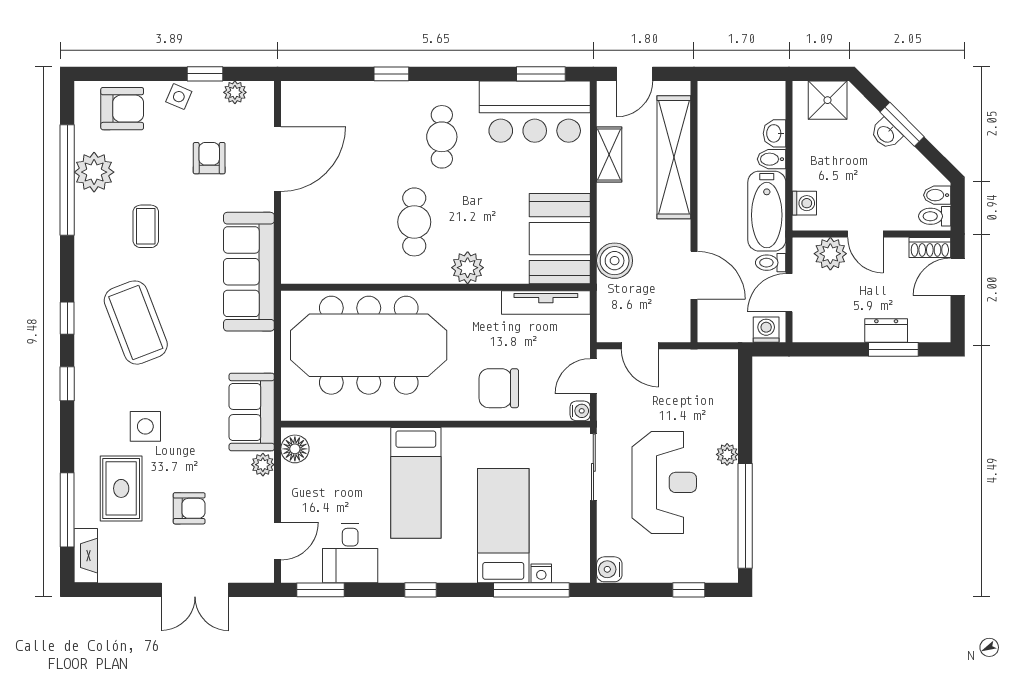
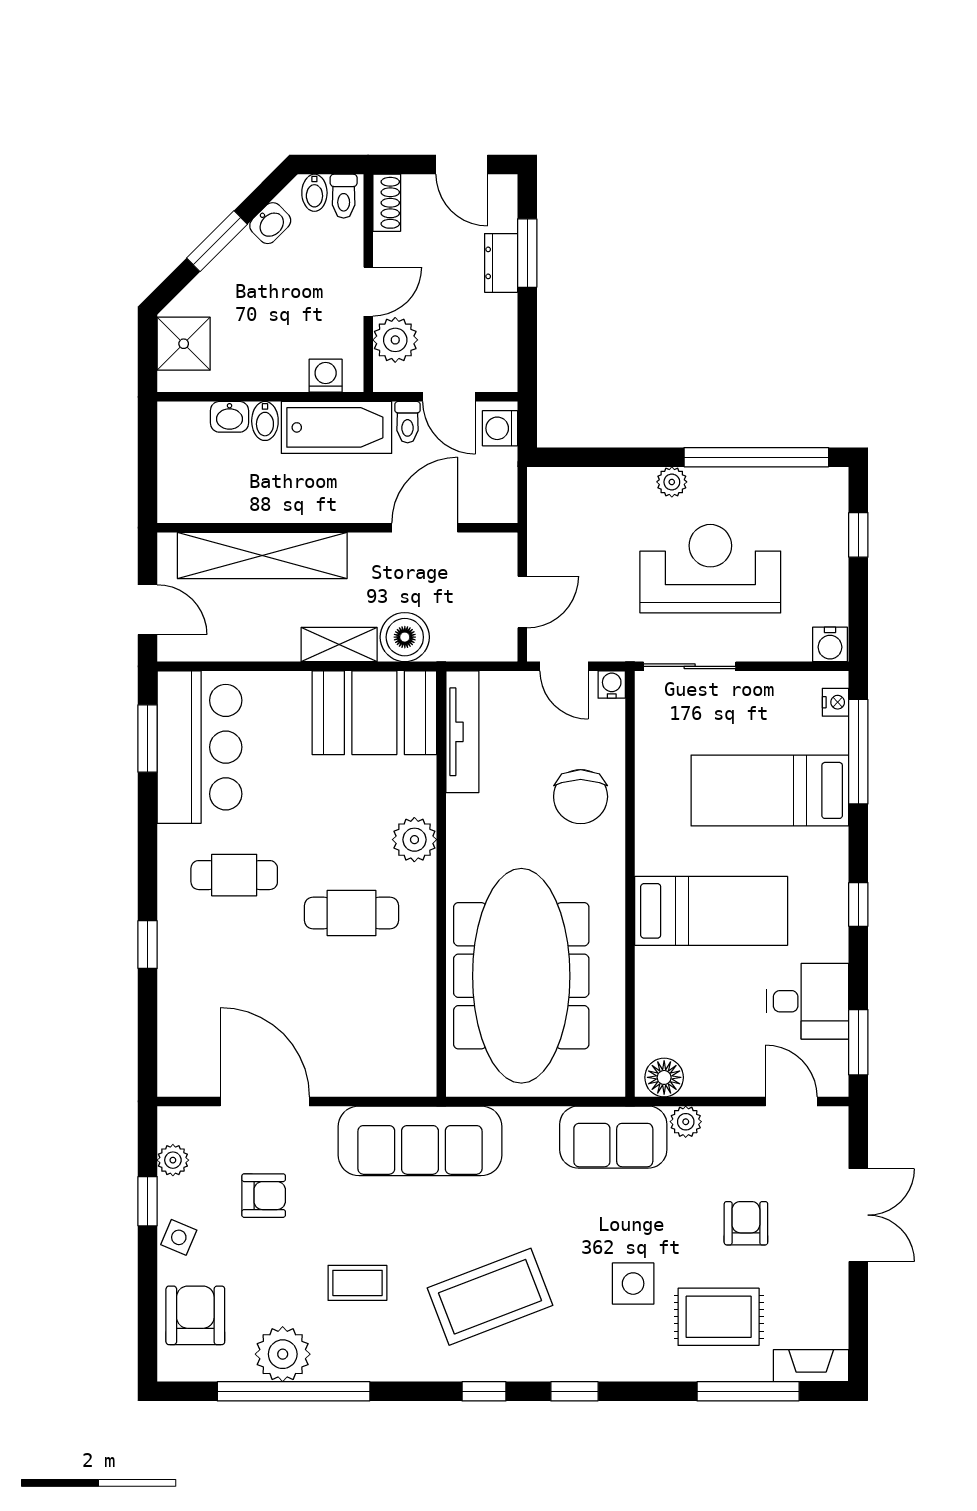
washbasin: (886, 134) -> (270, 223), moved
shelving: (609, 155) -> (339, 645), moved
armchair: (209, 158) -> (264, 1196), turned 180
door: (958, 277) -> (462, 165), moved
nightstand: (541, 573) -> (836, 702), moved

